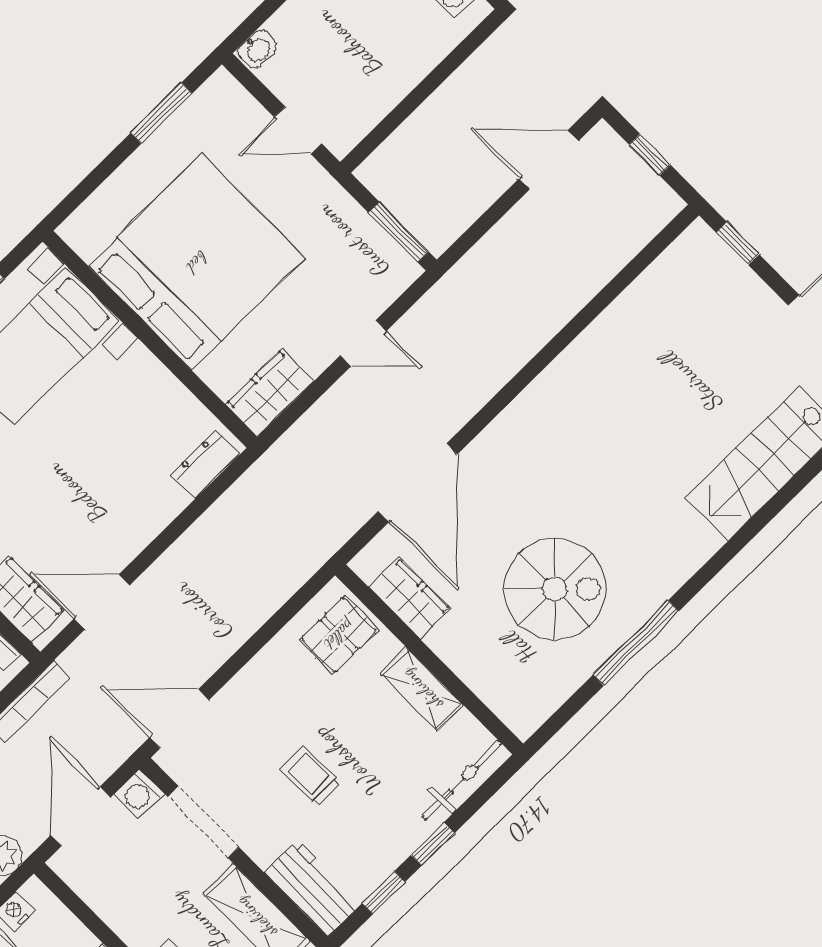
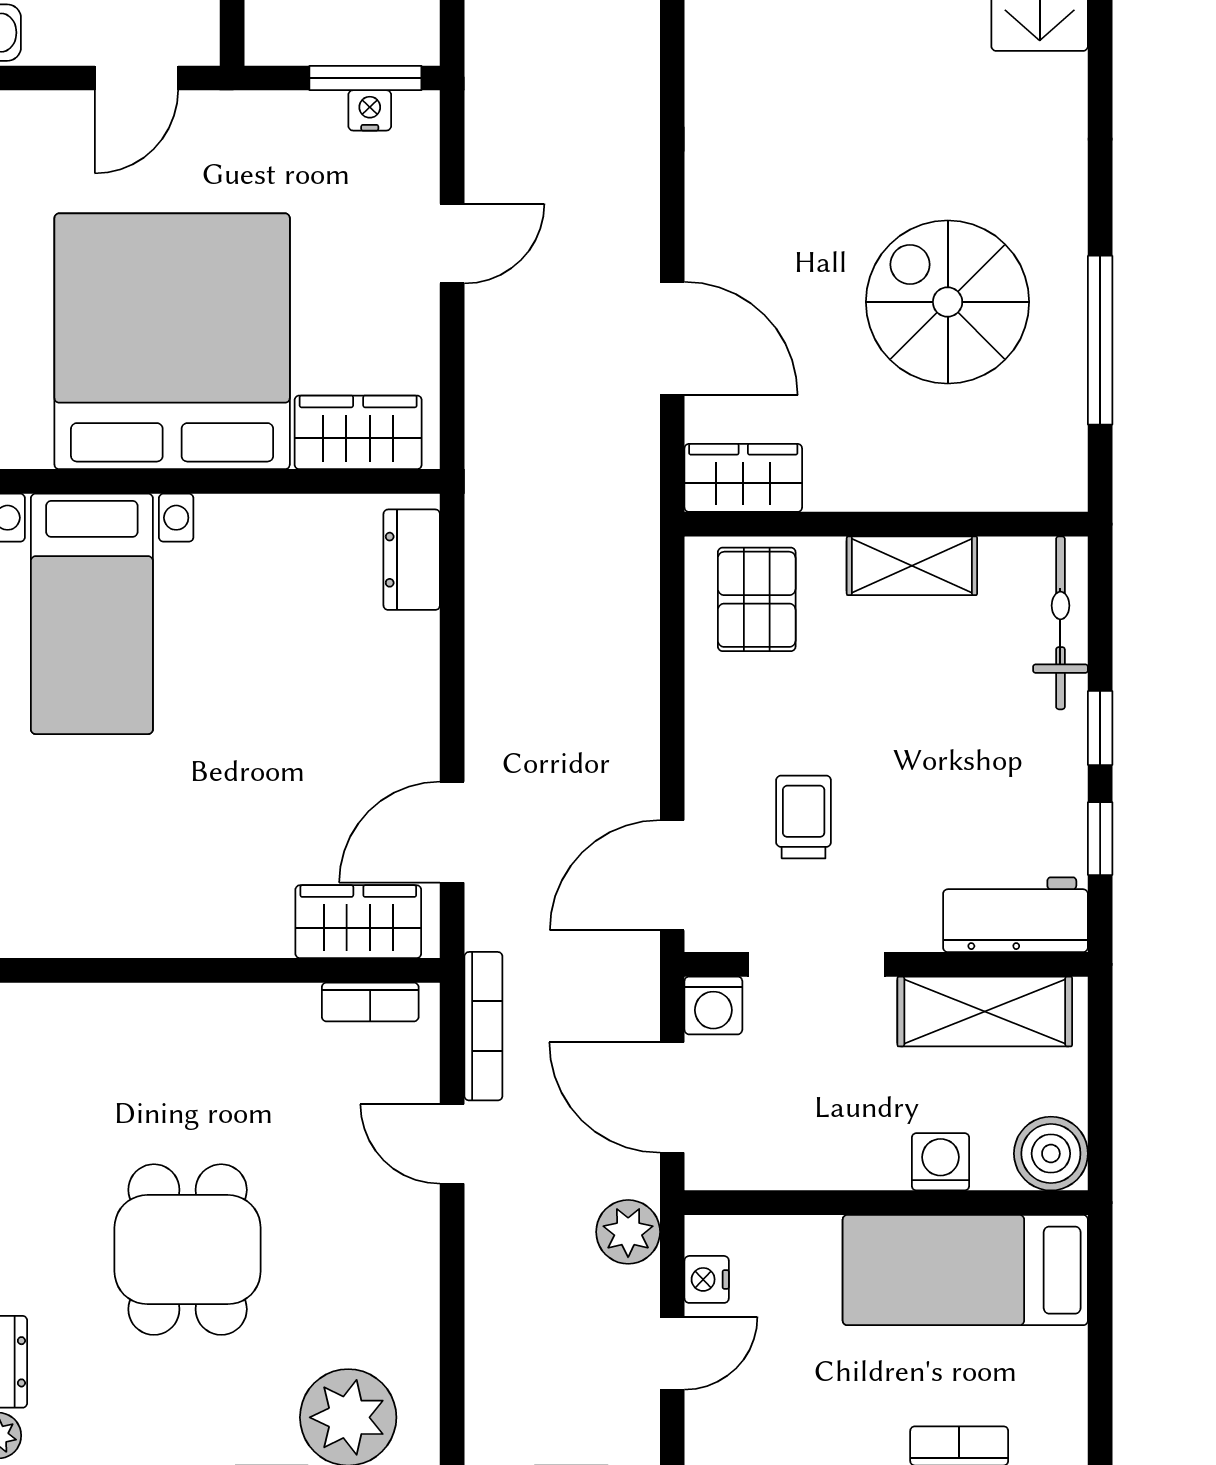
nightstand: (386, 248) -> (370, 110), added
wardrobe: (270, 393) -> (358, 432), moved, turned 90
door: (418, 483) -> (672, 338), width x0.73
spiral stairs: (555, 589) -> (948, 302), turned -90
wardrobe: (409, 598) -> (743, 478), moved
window: (636, 643) -> (1100, 340), moved
trolley: (311, 776) -> (804, 817), moved, turned 90

